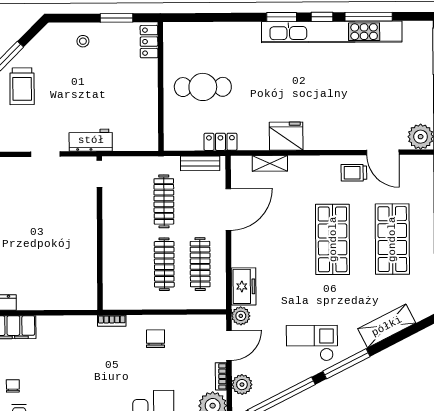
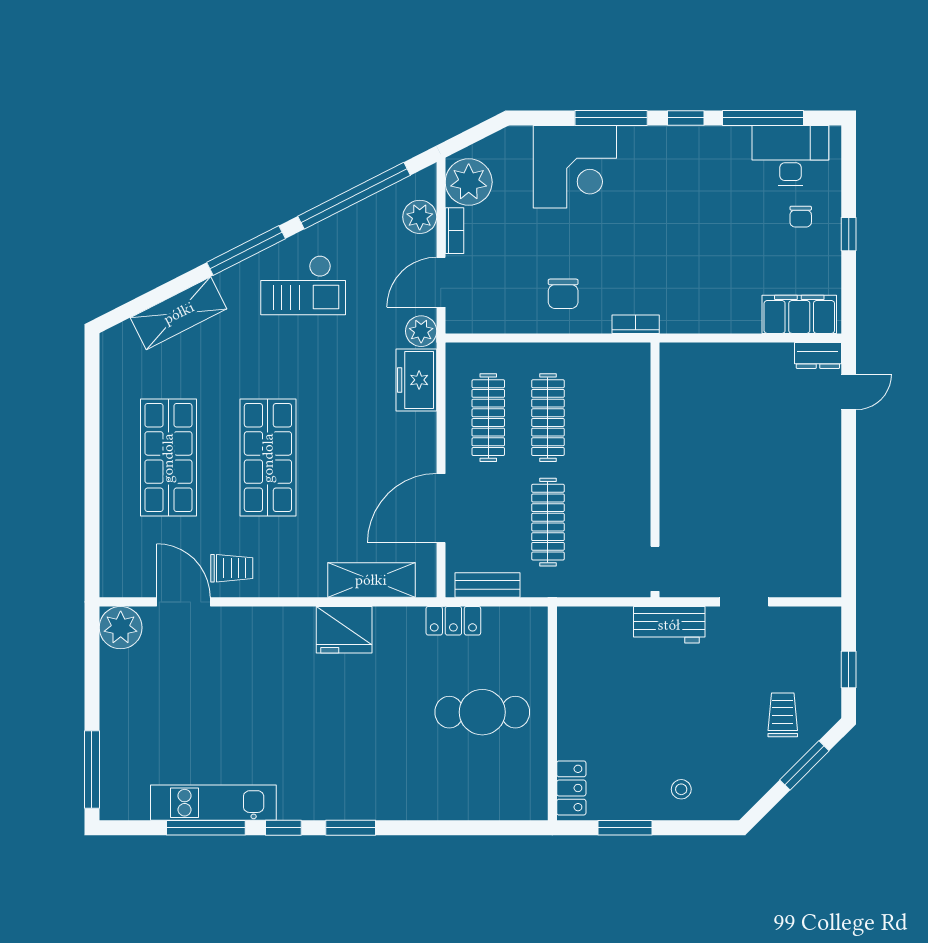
kitchen unit: (332, 32) -> (213, 803), width x0.54
trolley: (22, 86) -> (783, 715), width x0.73, depth x0.72
shelving: (270, 163) -> (371, 580), width x1.50, depth x1.33

